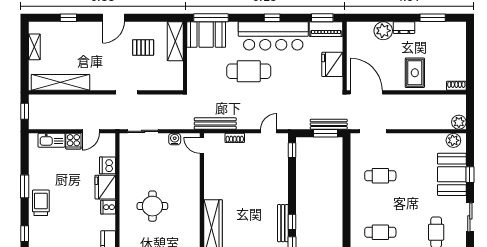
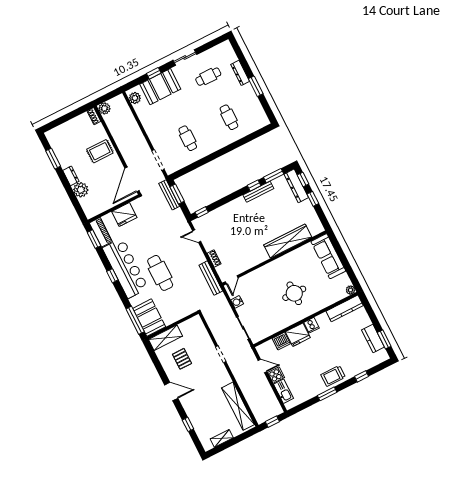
plant: (459, 122) -> (104, 108), moved

